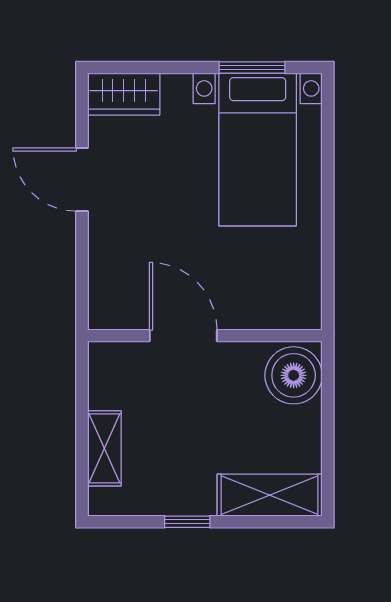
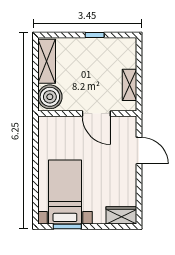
door: (82, 179) -> (139, 151), moved
shelving: (104, 448) -> (130, 85), moved
shelving: (270, 495) -> (47, 61), moved, turned 90

